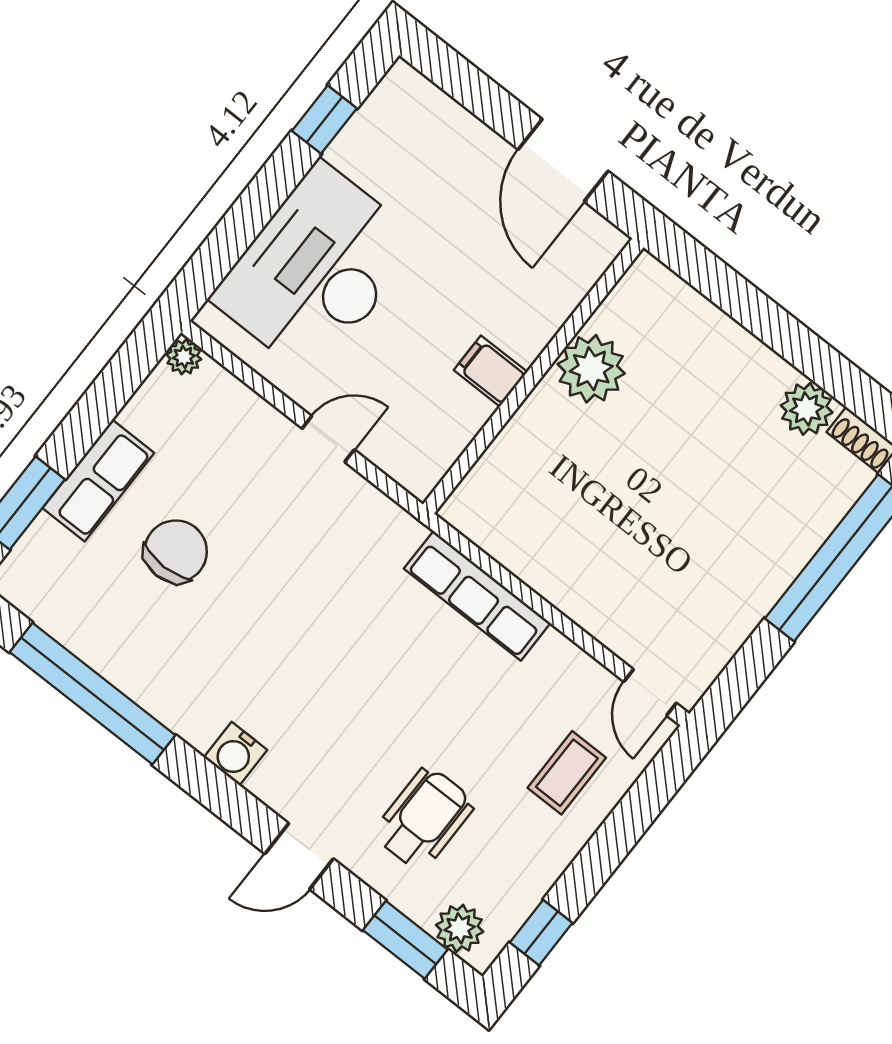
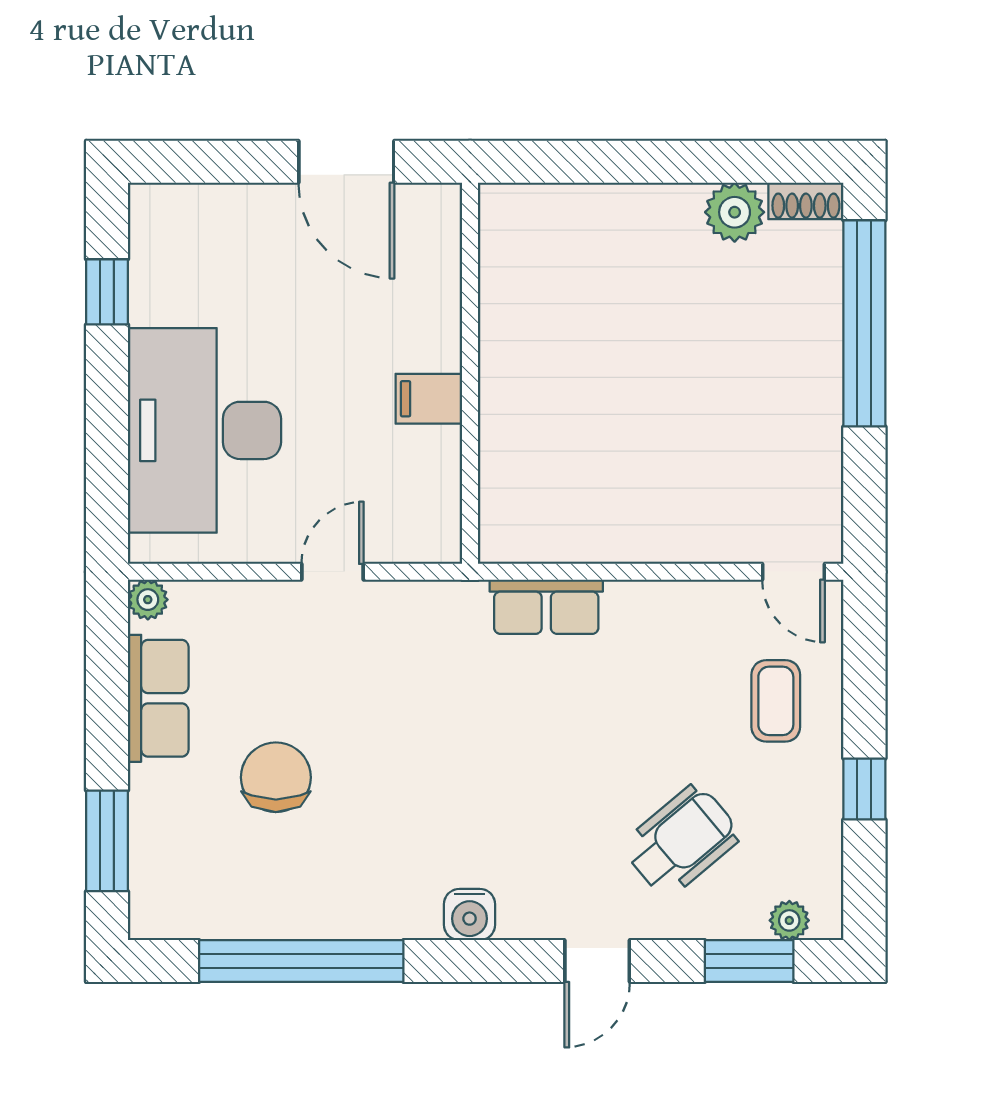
plant: (591, 369) -> (516, 327), removed
row of seats: (98, 481) -> (158, 698), moved
row of seats: (477, 596) -> (546, 607), width x0.68
wheelchair: (424, 819) -> (681, 841), turned 50
plant: (460, 928) -> (789, 920), width x0.73, depth x0.73
window: (541, 933) -> (864, 789), moved

